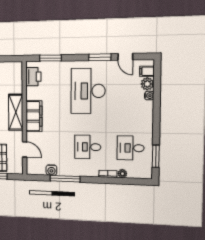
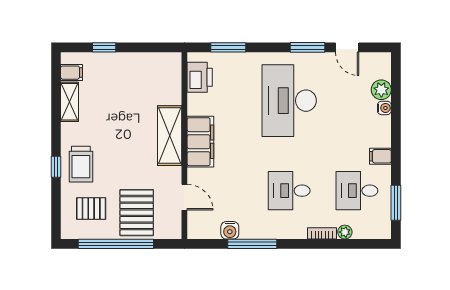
filing cabinet: (147, 71) -> (380, 156), moved

